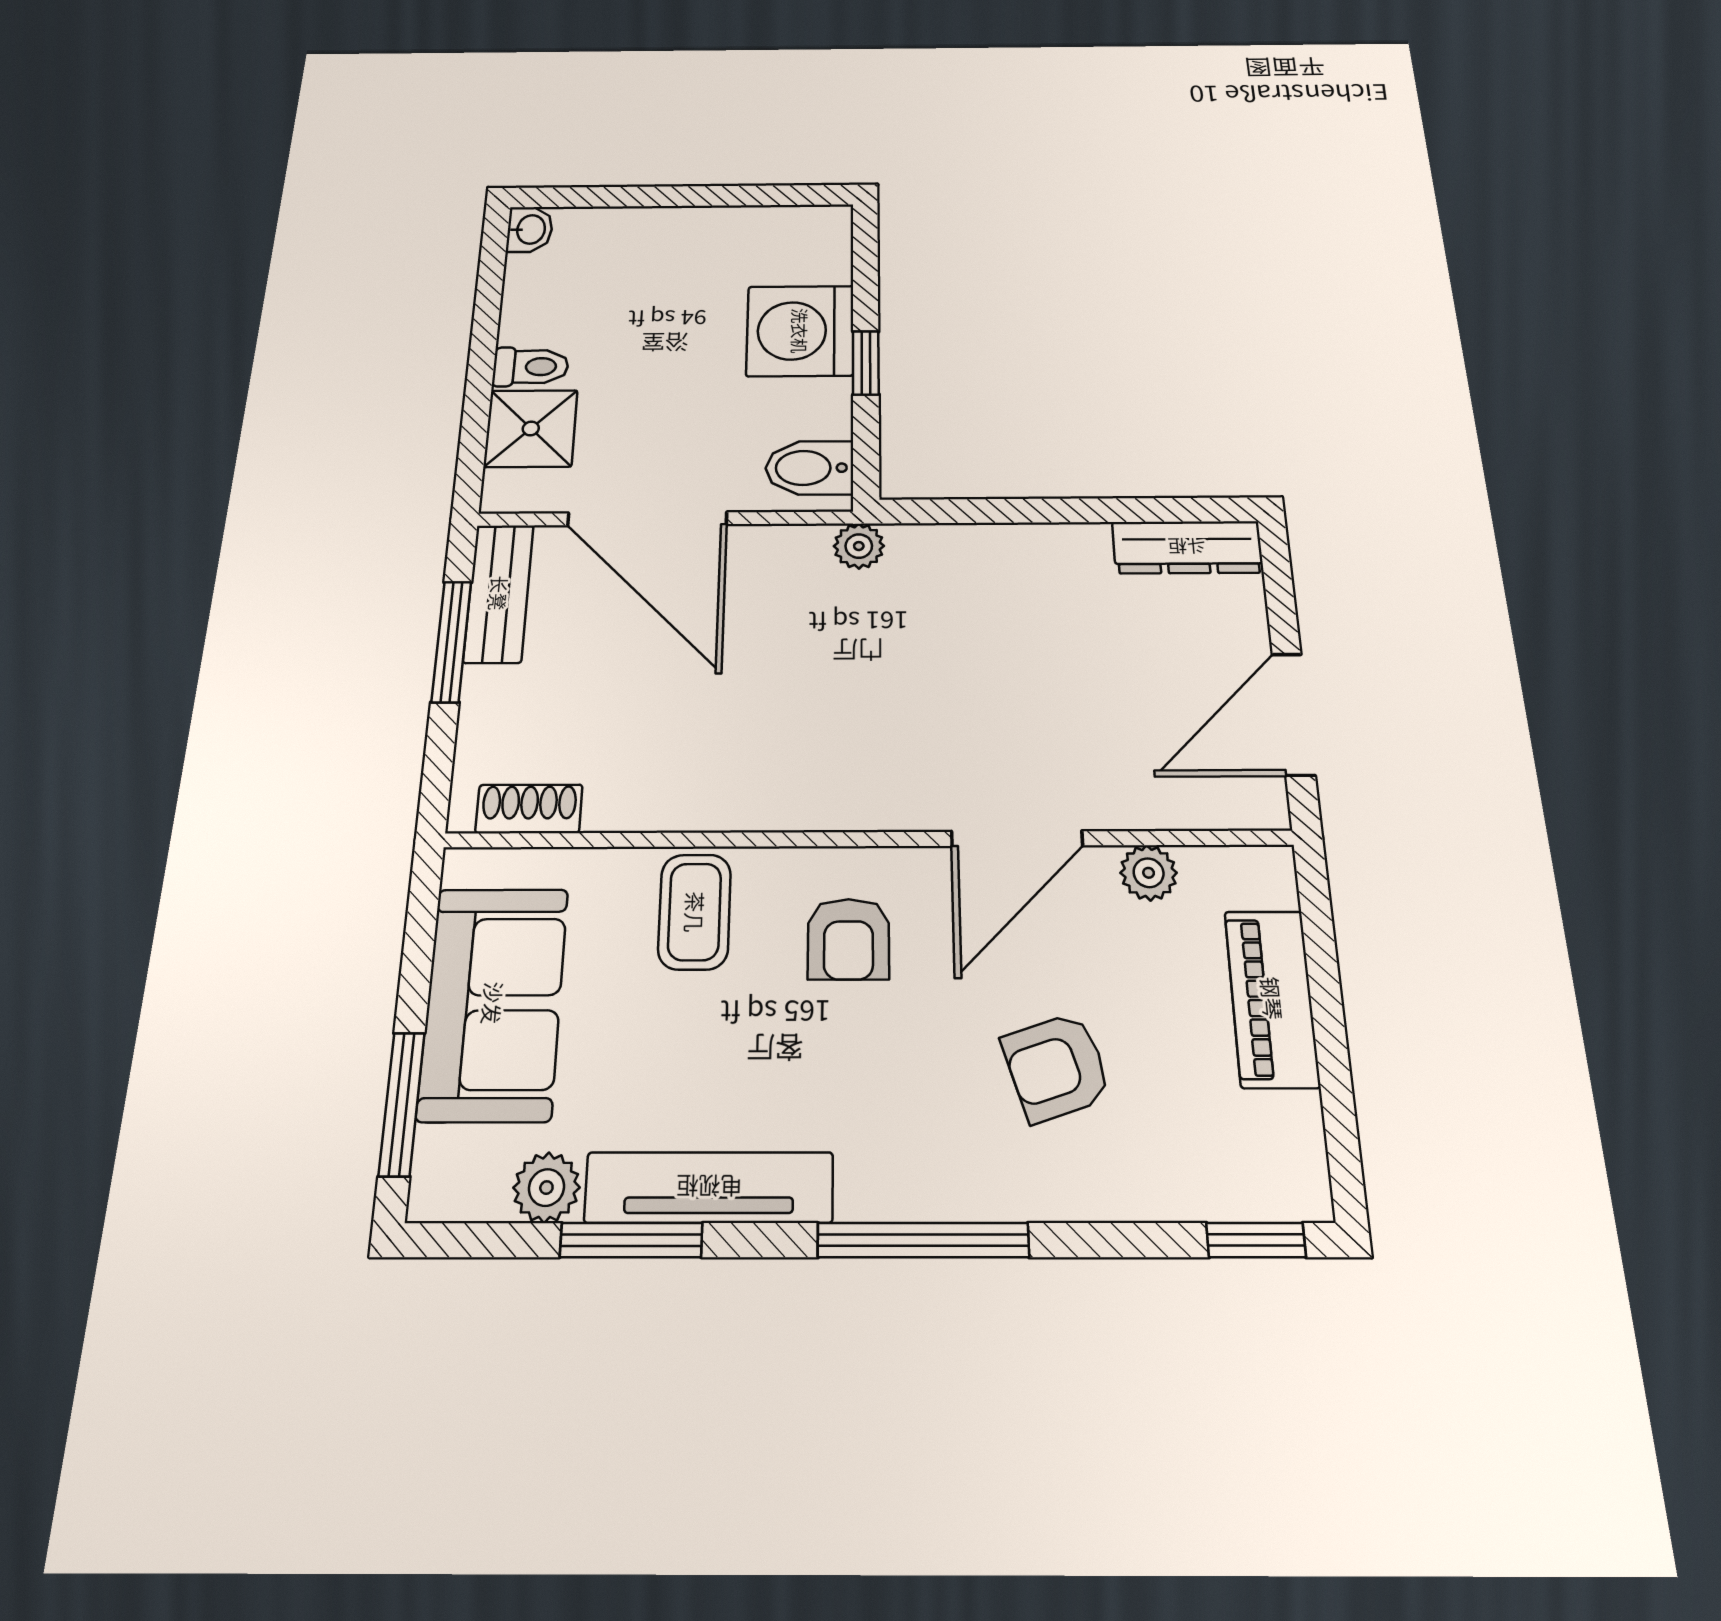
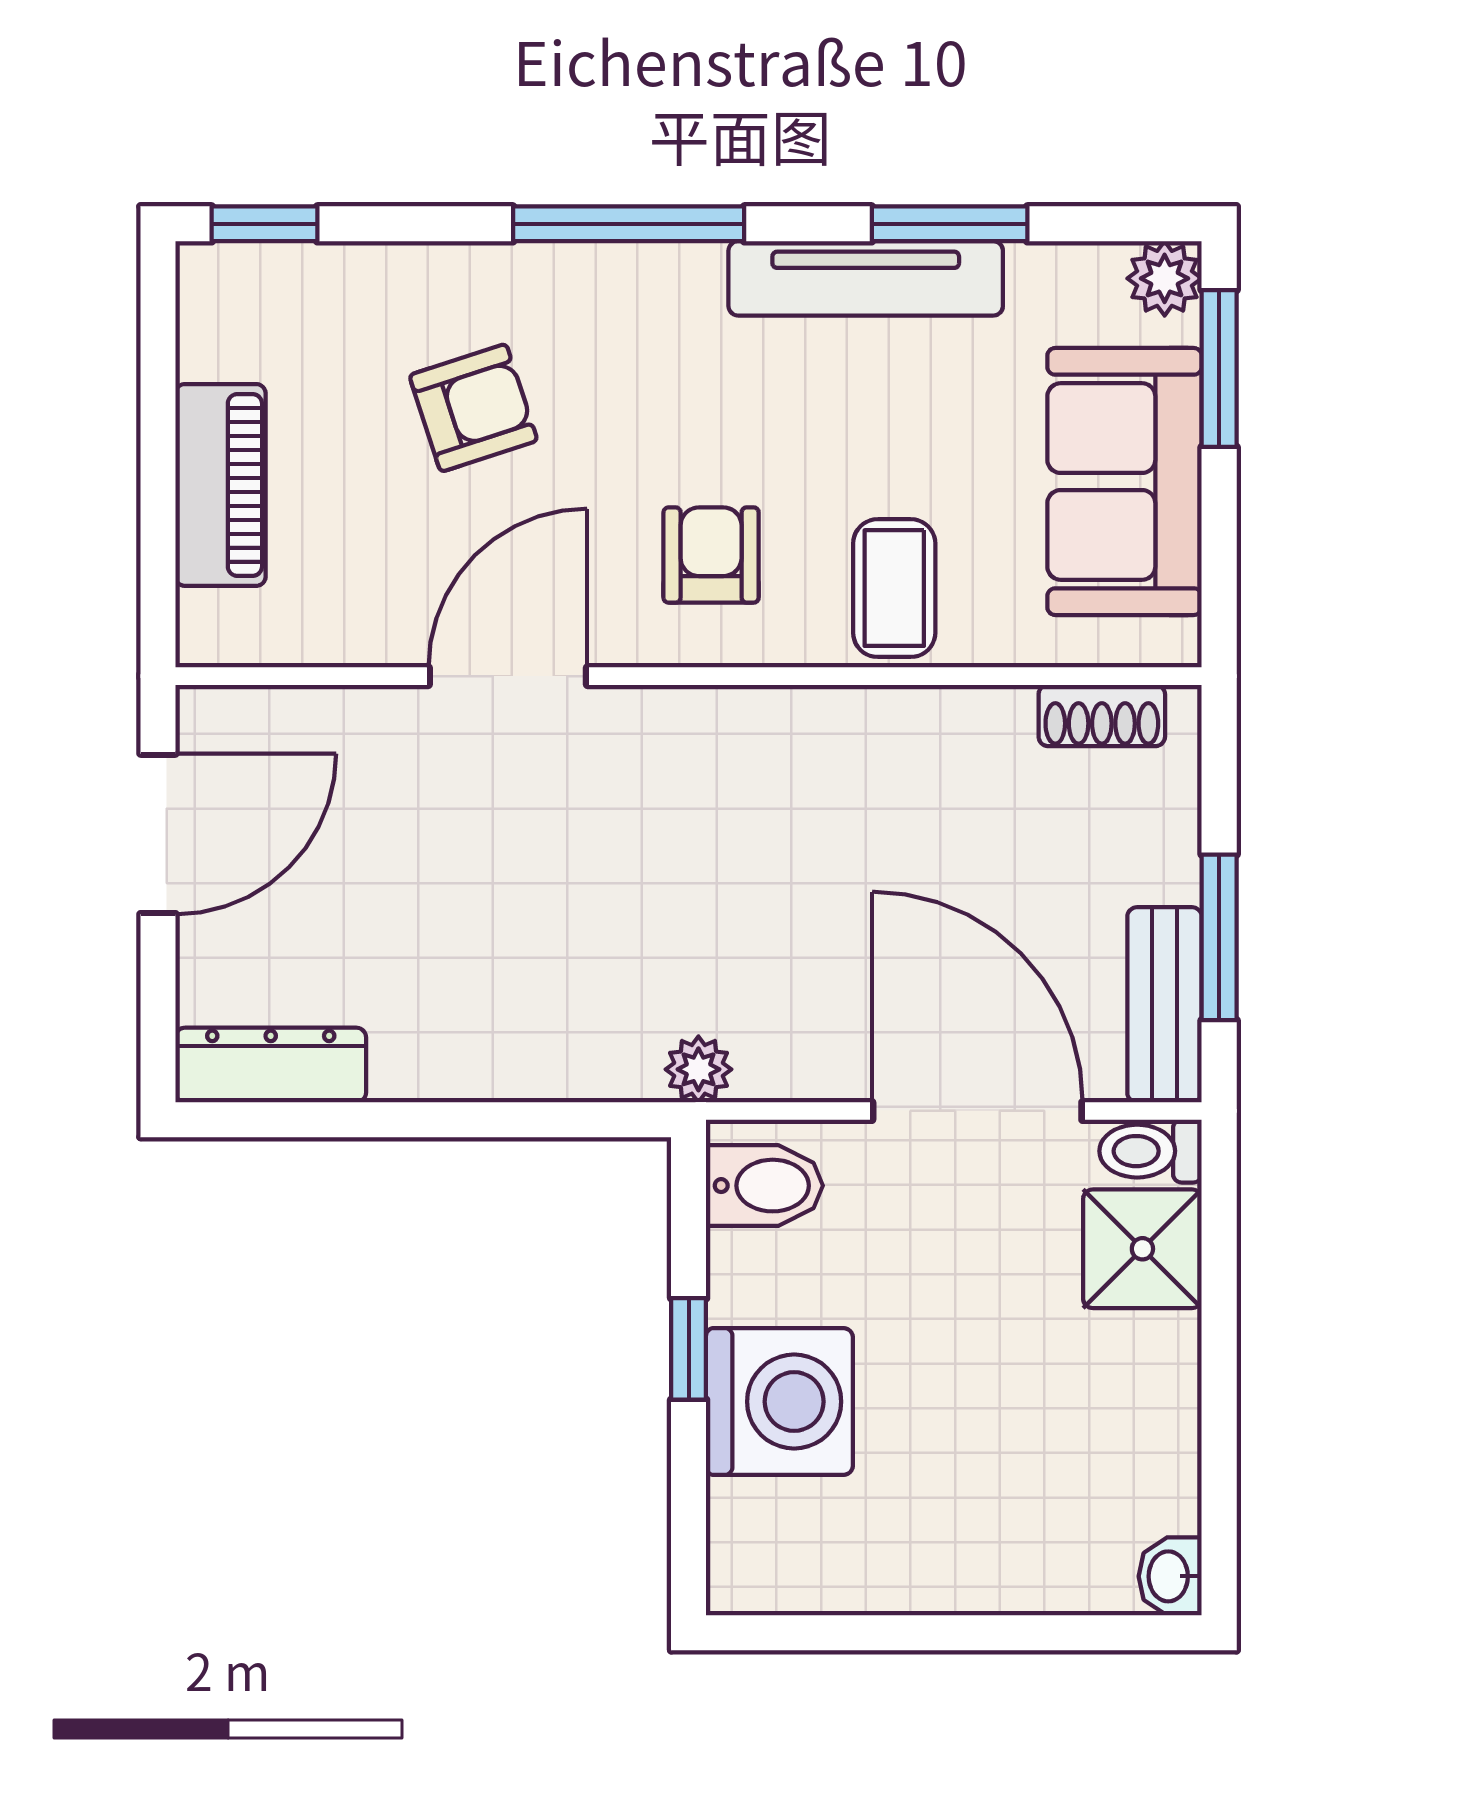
toilet: (531, 367) -> (1151, 1151), moved
plant: (1149, 873) -> (352, 634), removed
plant: (546, 1188) -> (1165, 278), moved

